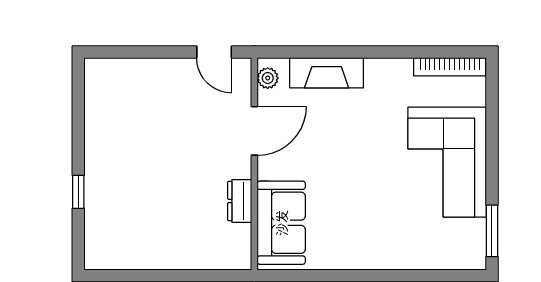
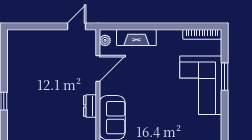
door: (214, 52) -> (76, 26), swing flipped
window: (492, 231) -> (225, 77), moved

